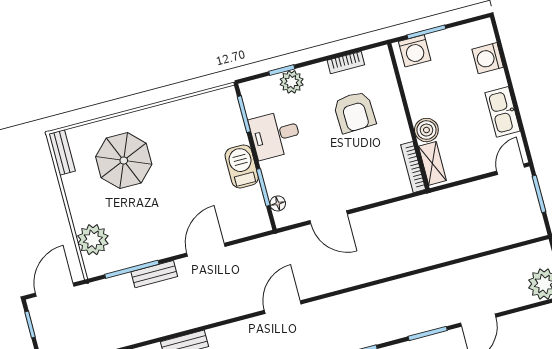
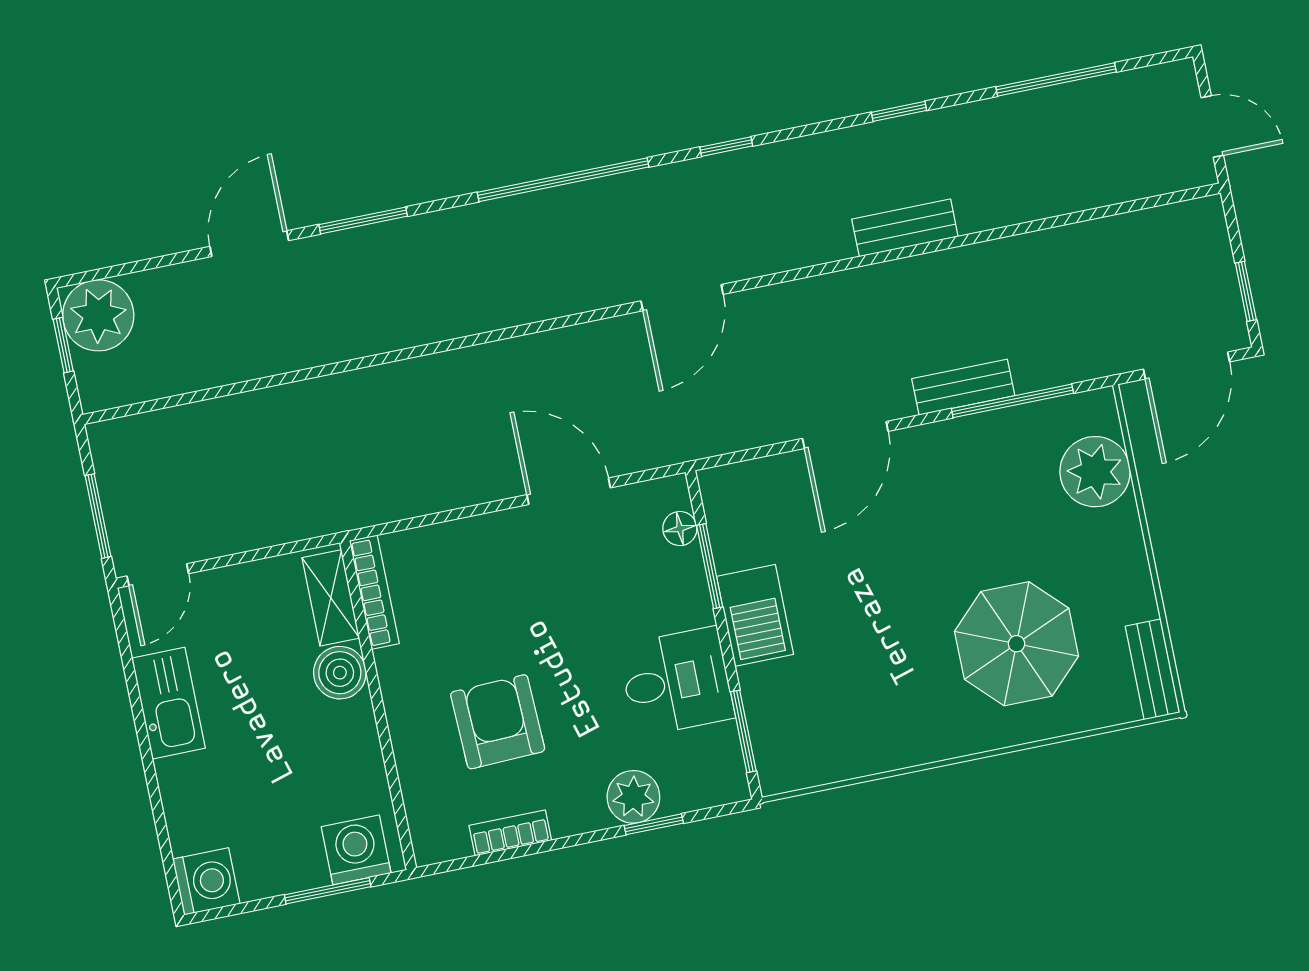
washing machine: (488, 58) -> (206, 881), moved

